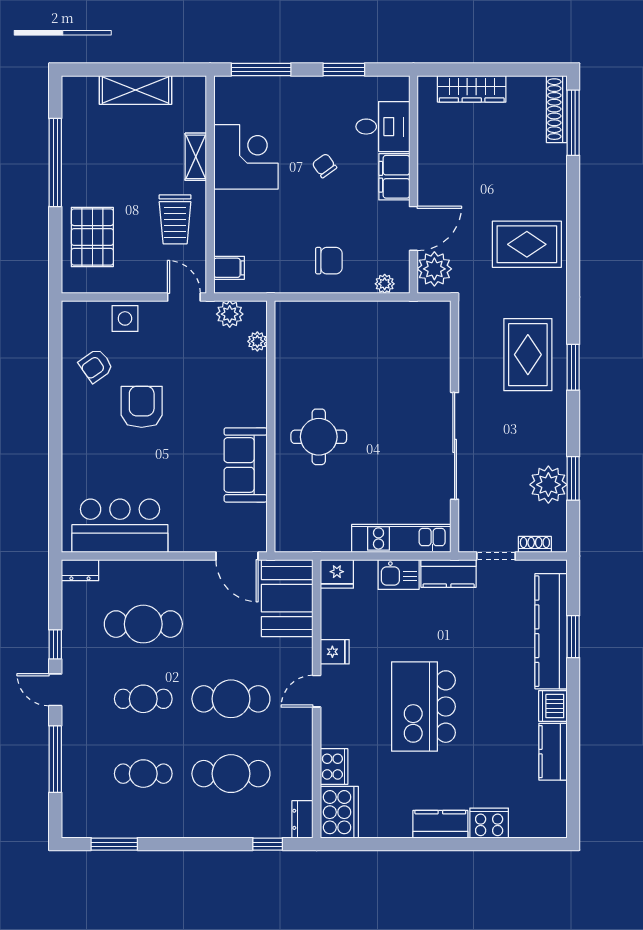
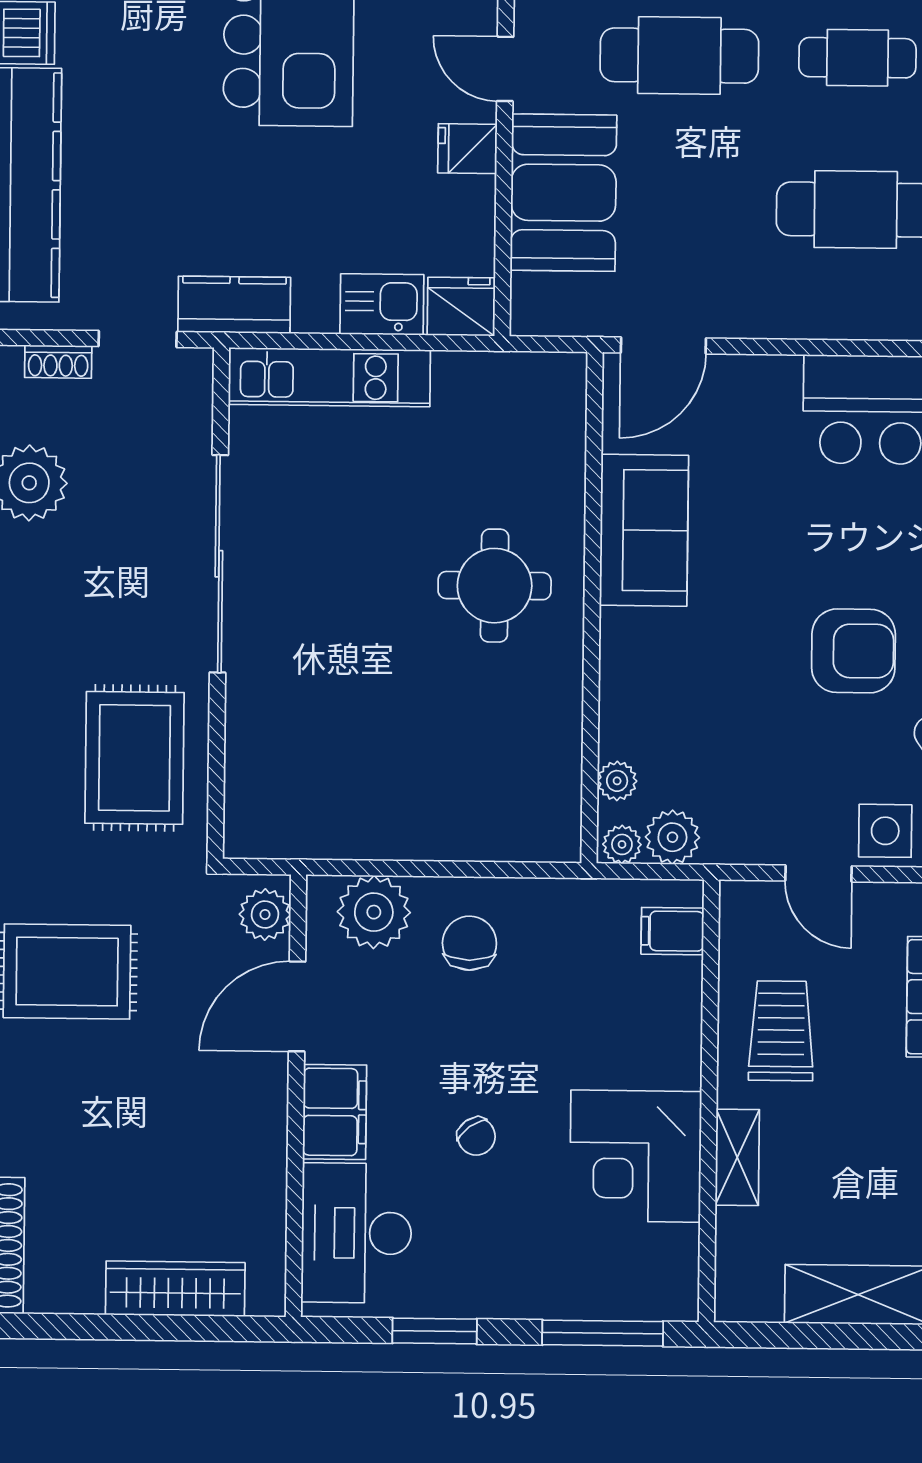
desk: (383, 127) -> (356, 1233), width x1.37
chair: (329, 261) -> (469, 943), turned 90
plant: (434, 269) -> (265, 914), width x0.73, depth x0.73
plant: (385, 284) -> (374, 912), width x1.88, depth x1.88
door: (184, 297) -> (819, 873), moved
plant: (254, 310) -> (622, 844), added
rug: (528, 355) -> (135, 758), moved
armchair: (142, 407) -> (853, 651), turned -90
door: (237, 556) -> (663, 345), swing flipped
kitchen sink: (399, 575) -> (382, 304), moved
booth: (287, 598) -> (563, 193), moved
door: (317, 691) -> (505, 69), swing flipped

